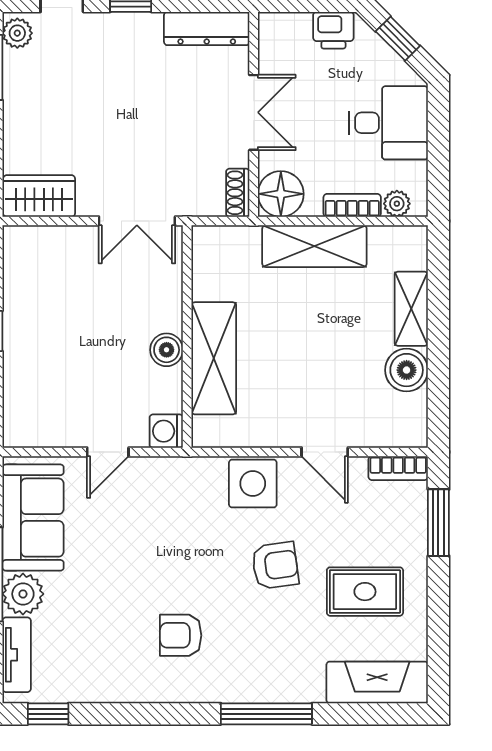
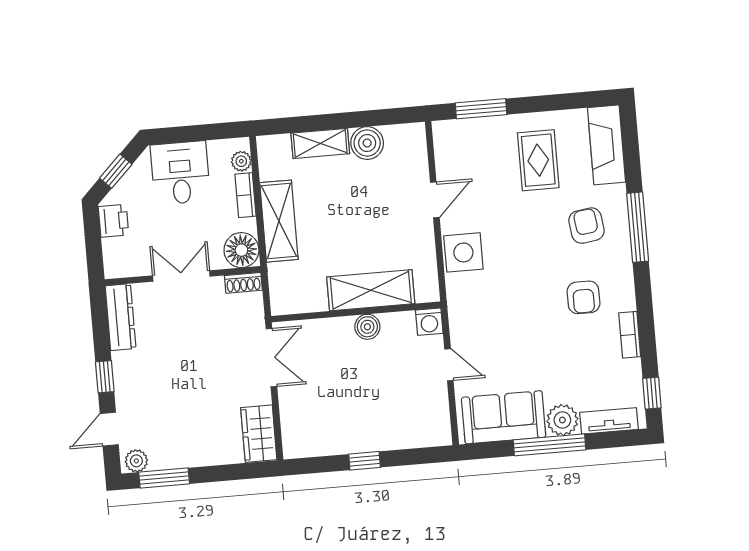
bookcase: (398, 468) -> (630, 335), moved, turned 180
armchair: (275, 566) -> (587, 226), moved

